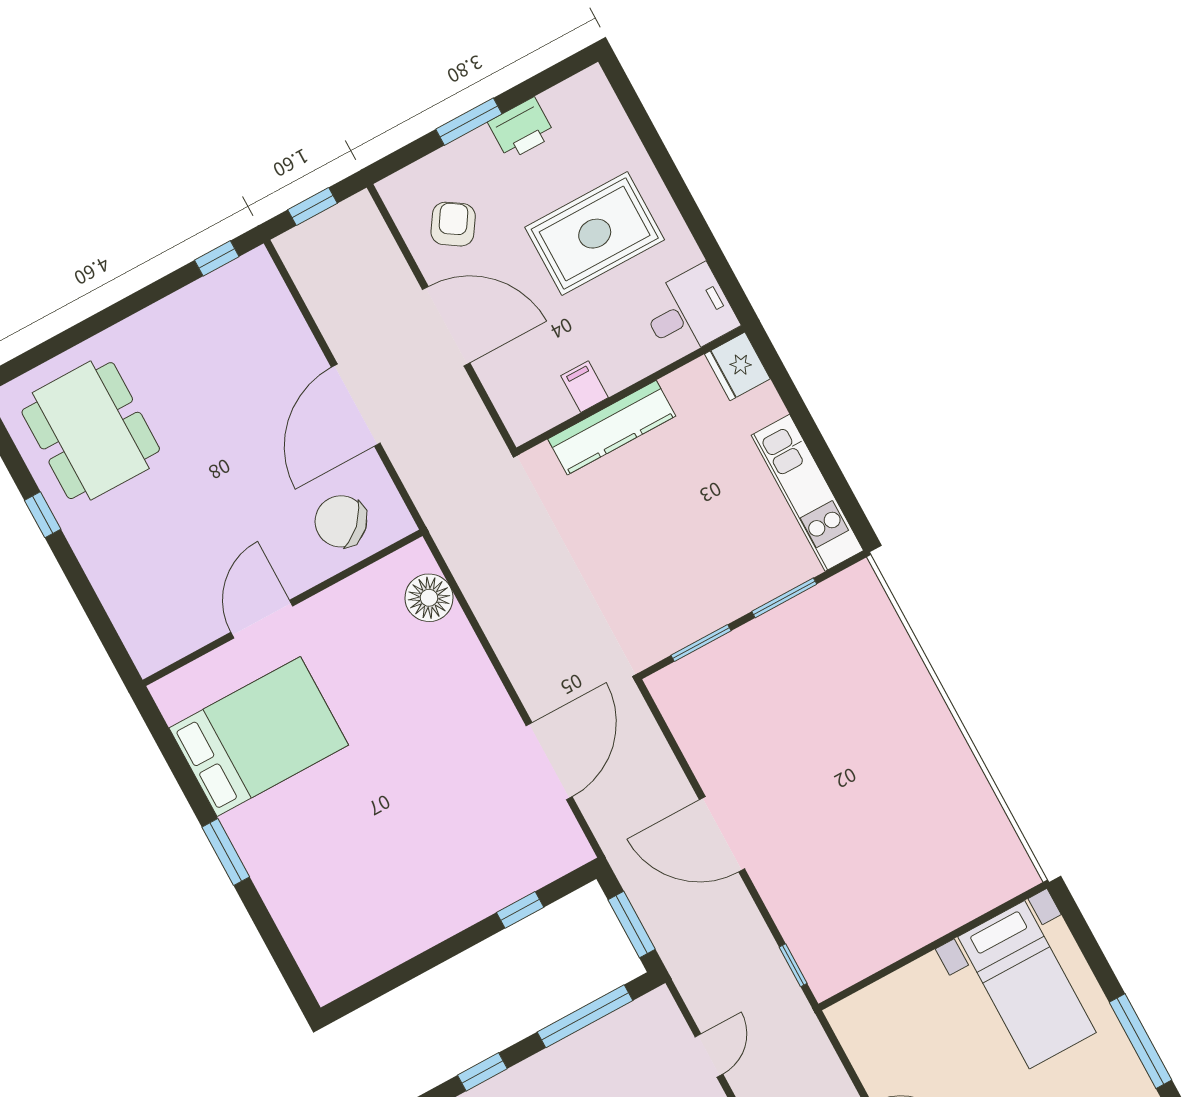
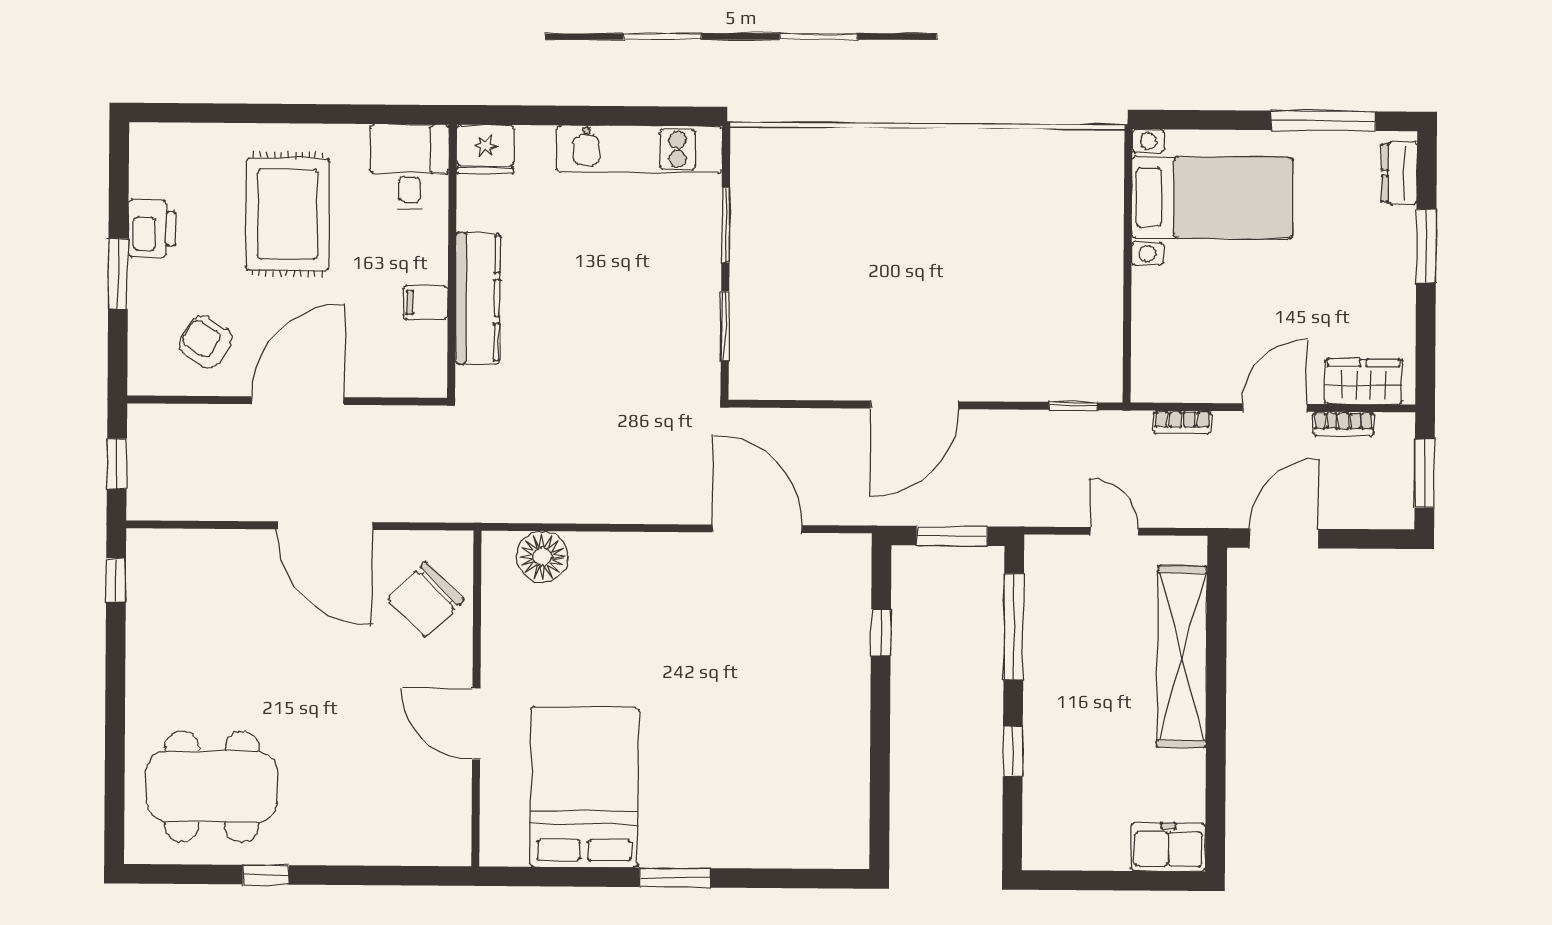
bookcase: (829, 1062) -> (1182, 422), added

